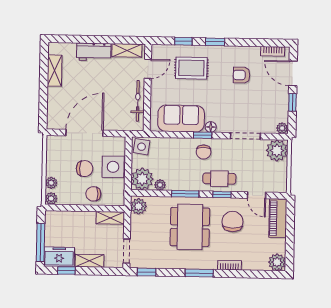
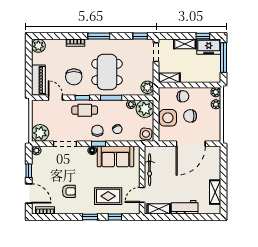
chair: (178, 153) -> (117, 129), added

